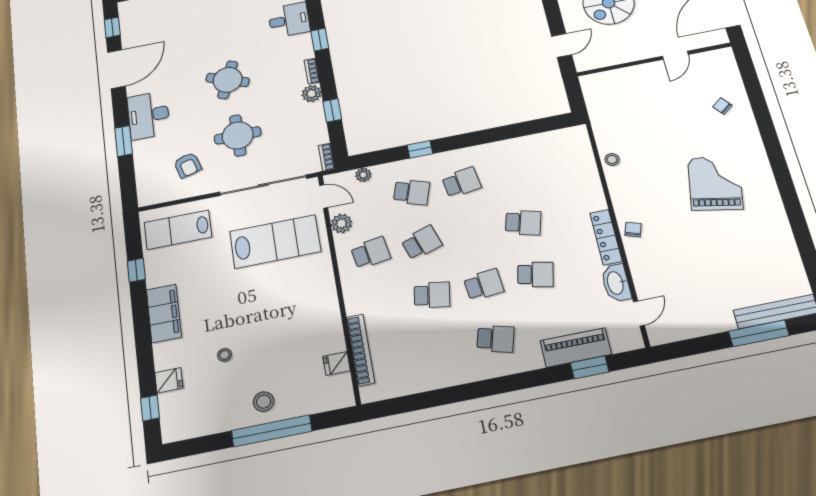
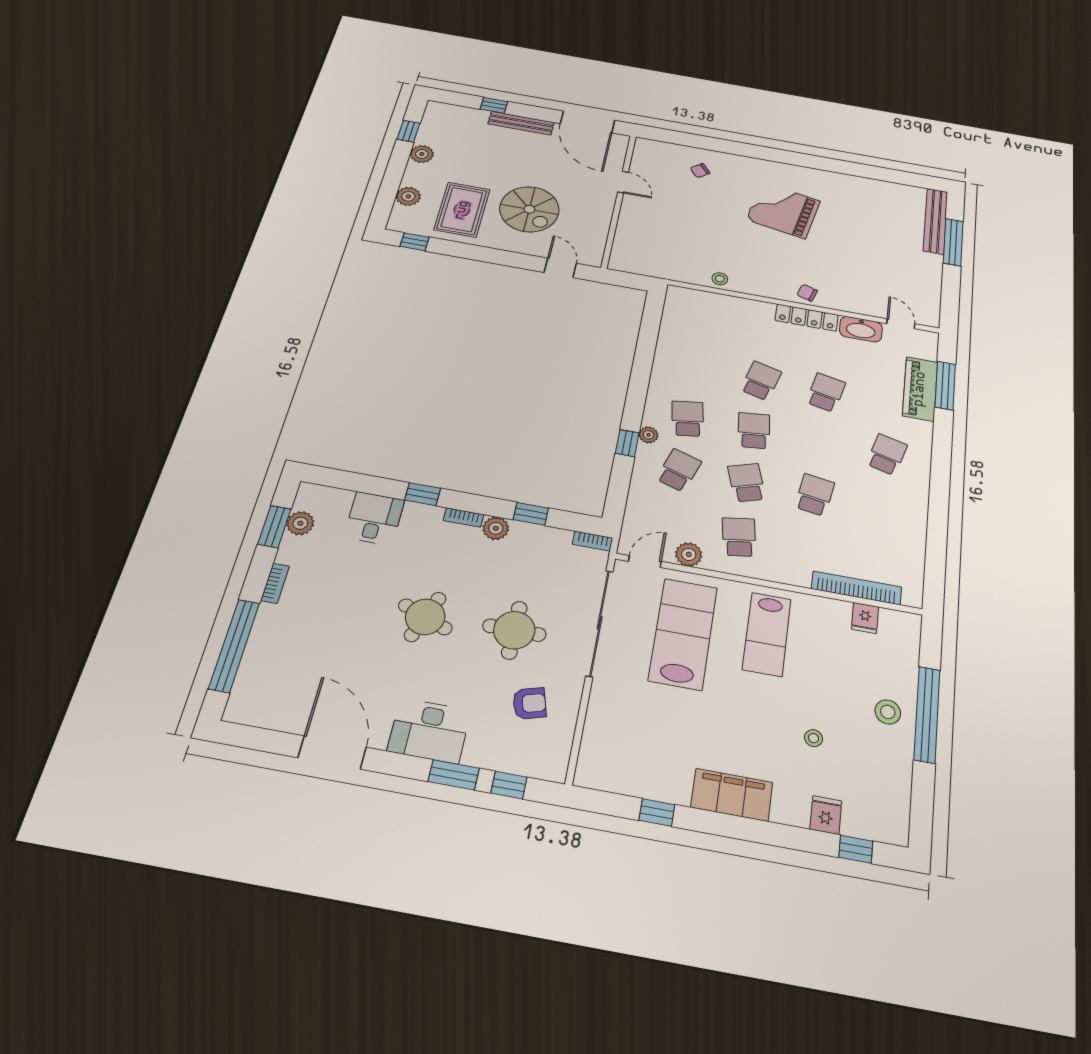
window: (112, 27) -> (509, 785), moved
plant: (363, 175) -> (649, 435), moved
lab bench: (178, 230) -> (767, 634), moved
school desk: (484, 285) -> (754, 431), moved
window: (590, 367) -> (945, 386), width x1.44

